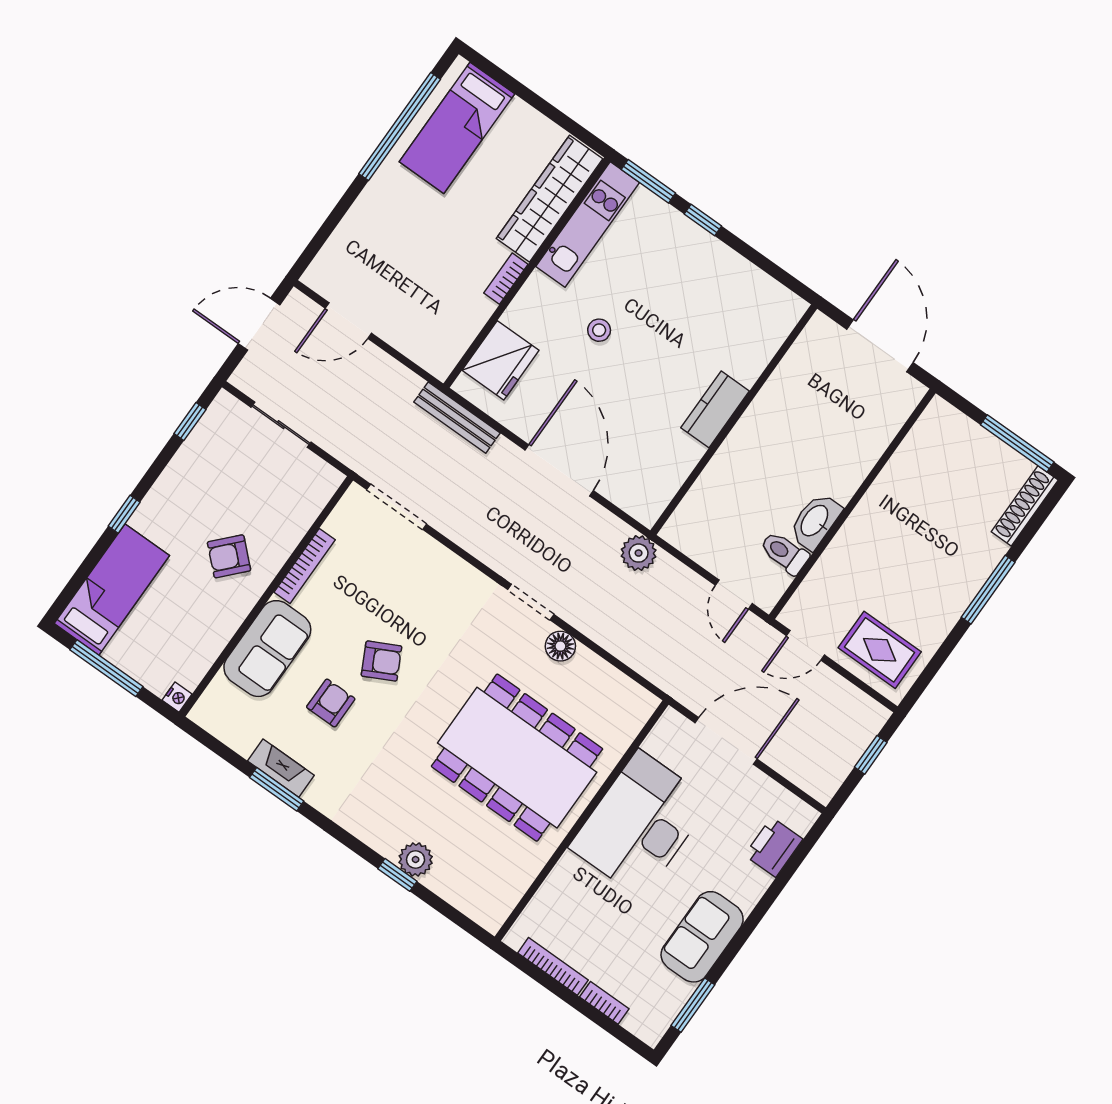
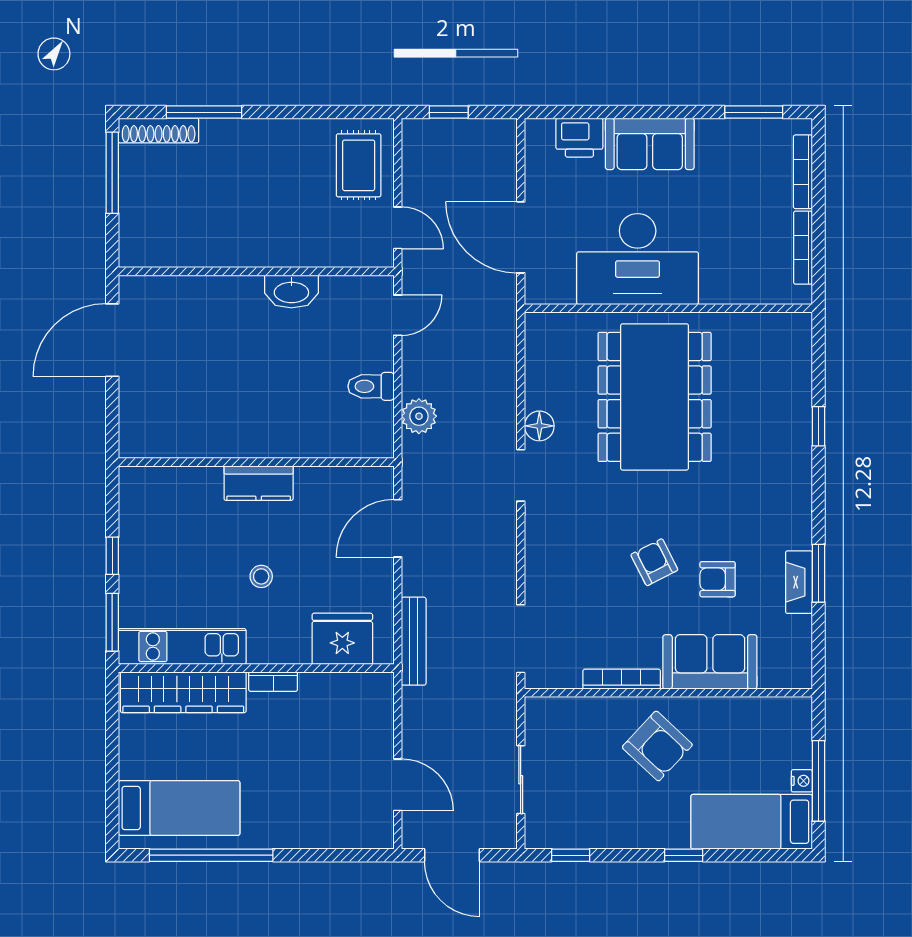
kitchen counter: (715, 409) -> (259, 483), moved
wall: (734, 420) -> (256, 462), moved
door: (559, 470) -> (398, 528), width x0.73
toilet: (784, 553) -> (371, 386), moved, turned 90
armchair: (229, 556) -> (657, 746), width x1.38, depth x1.38
window: (988, 590) -> (204, 112), moved
nightstand: (177, 697) -> (802, 781), moved, turned 90
plant: (416, 859) -> (795, 420), removed
sofa: (702, 937) -> (650, 144), moved
bookcase: (604, 1003) -> (803, 172), width x1.56

